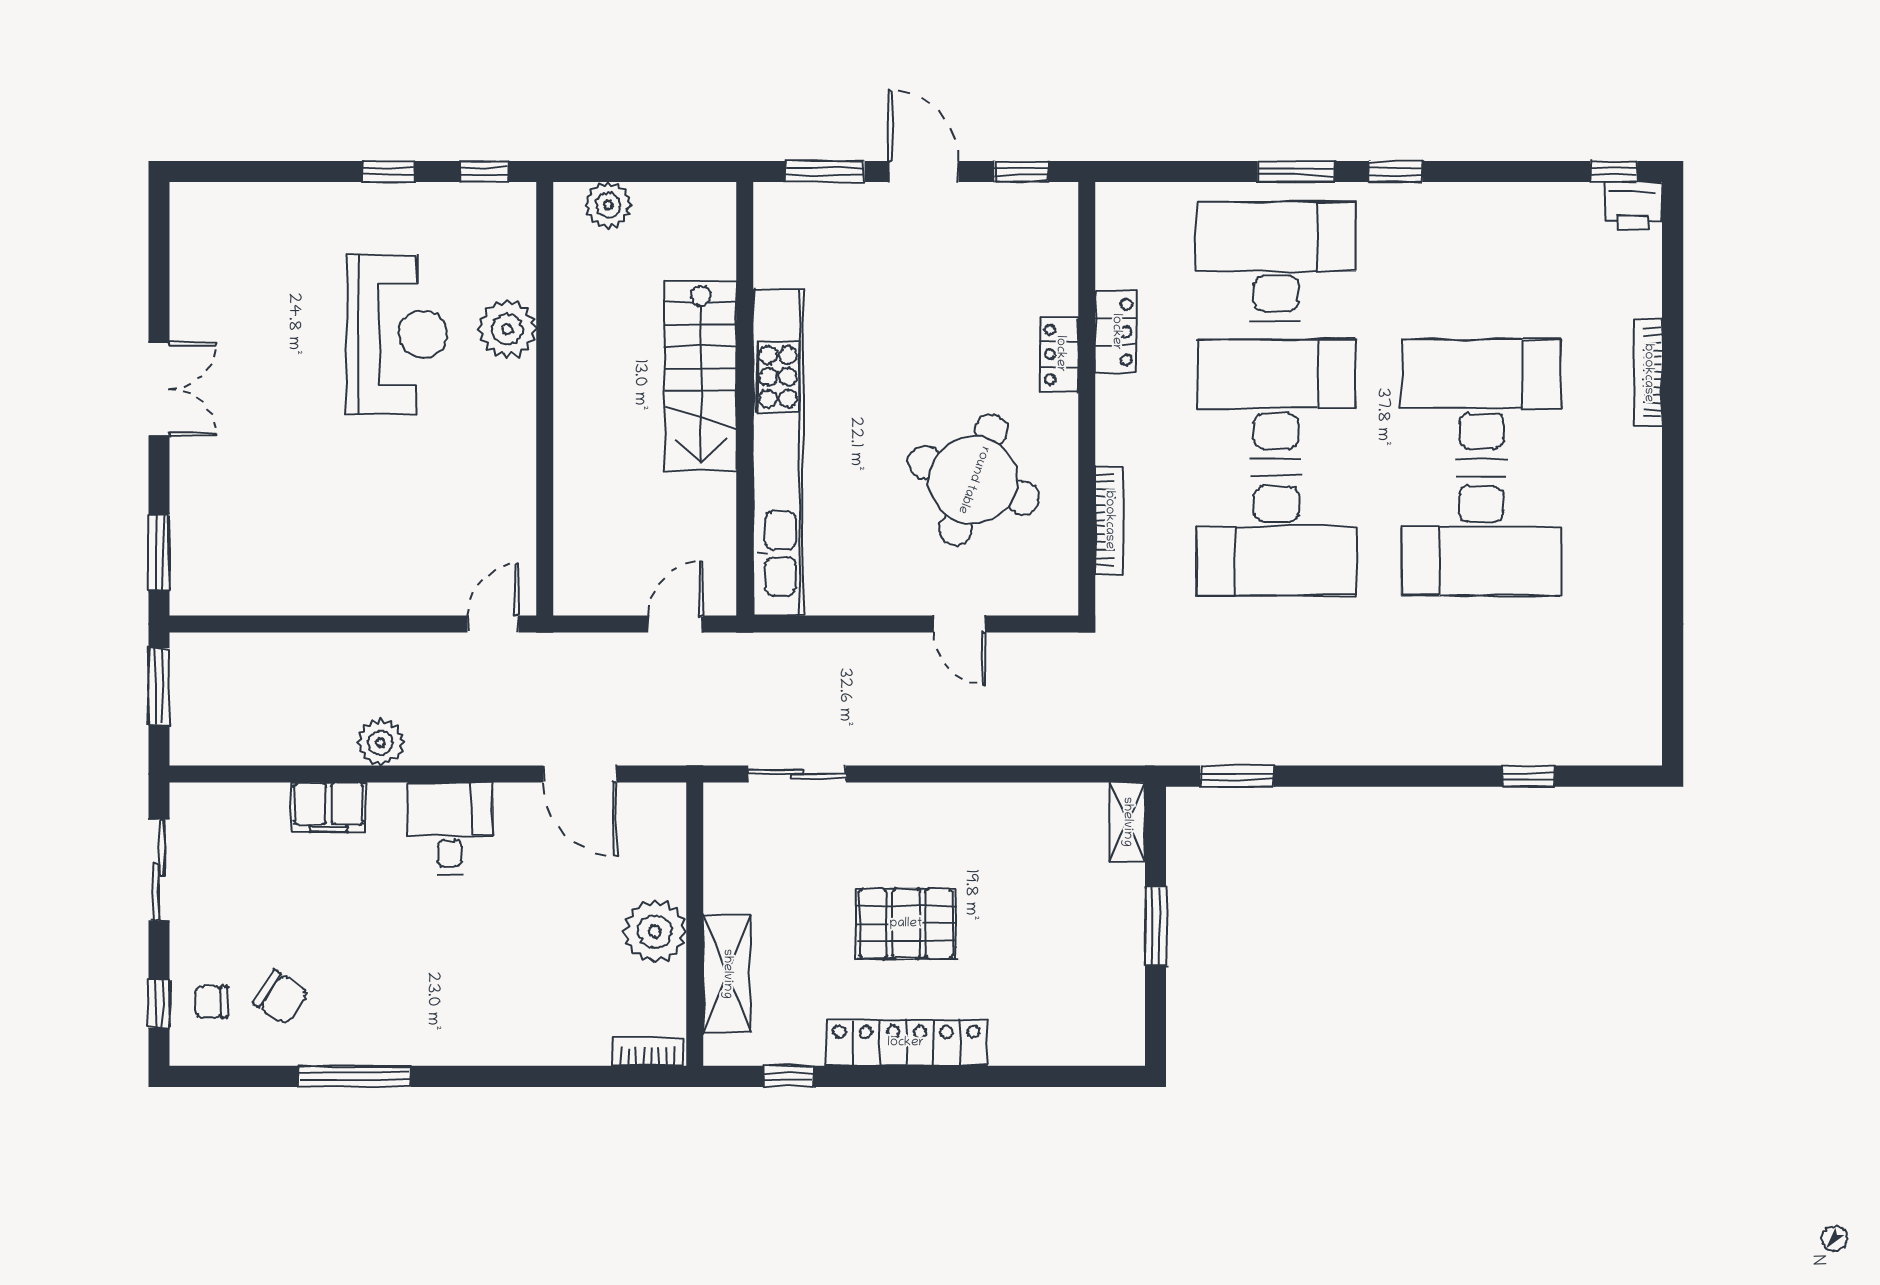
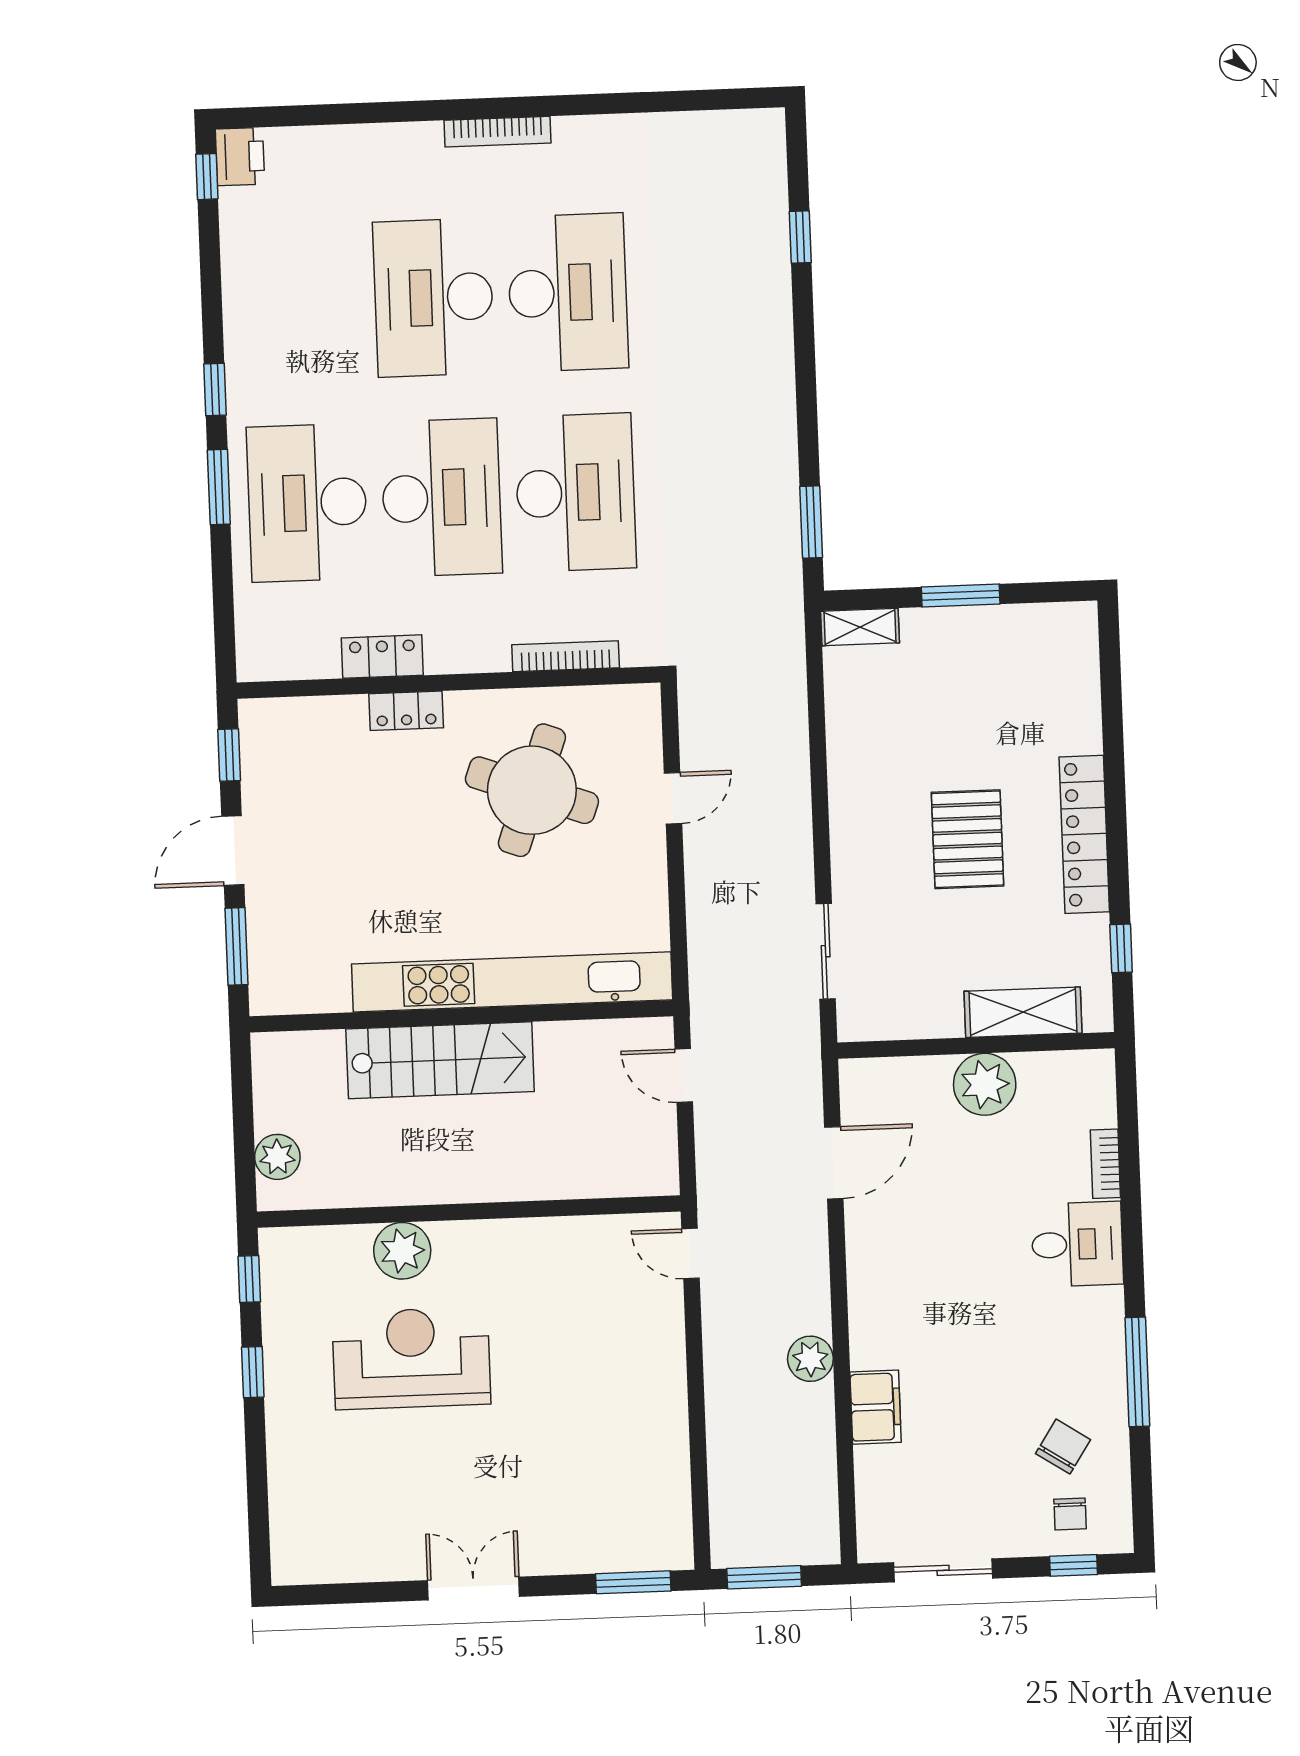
bookcase: (1648, 373) -> (498, 132), moved
desk: (1276, 399) -> (441, 498), turned 180
desk: (450, 828) -> (1077, 1244), moved, turned 180
bookcase: (648, 1052) -> (1105, 1164), moved

